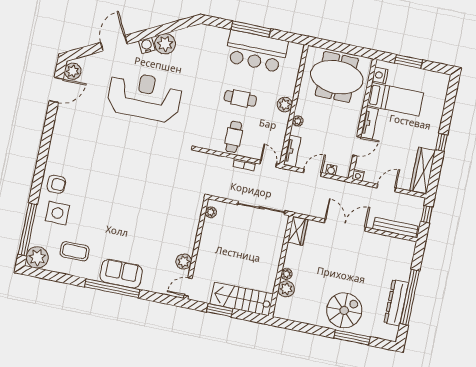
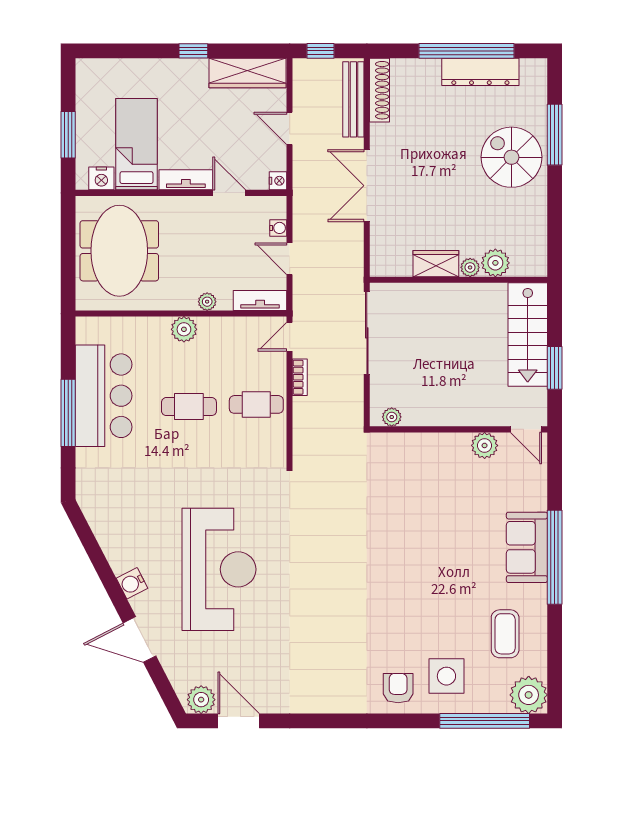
plant: (165, 44) -> (123, 553), removed
reception desk: (144, 96) -> (219, 569), turned 180
cafe table: (240, 98) -> (189, 407), turned 90
wardrobe: (298, 231) -> (436, 264), moved
shoe rack: (398, 243) -> (380, 90), added

